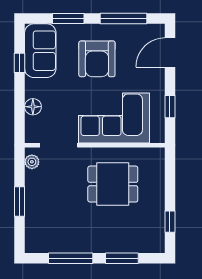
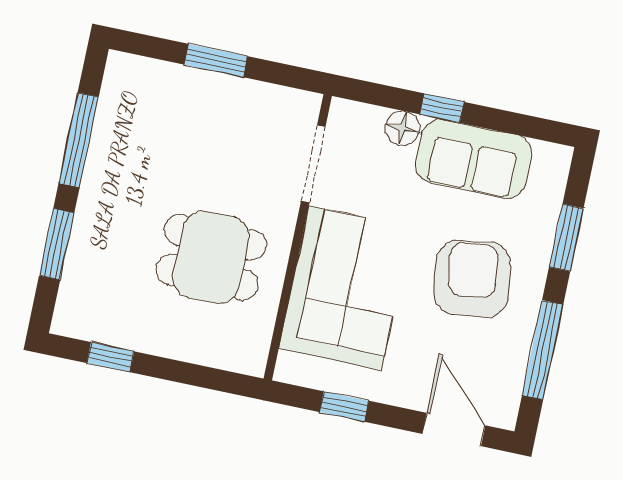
sofa: (40, 51) -> (474, 159), moved
armchair: (97, 59) -> (472, 279), turned 83
window: (20, 63) -> (442, 108), moved
plant: (32, 162) -> (291, 103), removed
dining table: (113, 184) -> (211, 257), turned 90

